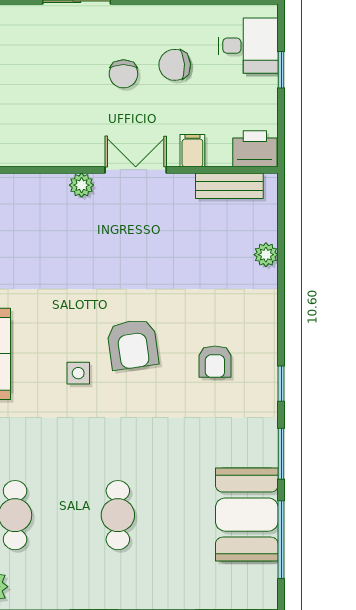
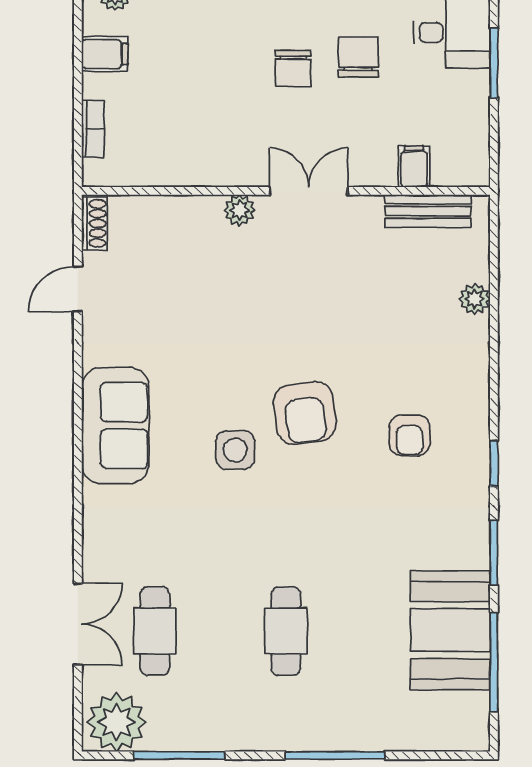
chair: (175, 65) -> (358, 57), turned 94
window: (281, 70) -> (494, 63), width x1.50
printer: (255, 149) -> (460, 164), removed
filing cabinet: (192, 151) -> (414, 166), moved
side table: (78, 373) -> (235, 450), width x1.37, depth x1.37

